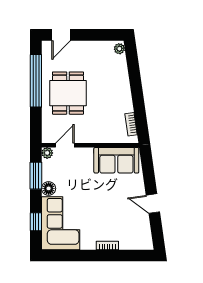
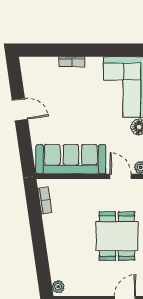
door: (65, 145) -> (121, 176), swing flipped
sofa: (116, 160) -> (71, 159), width x1.36

